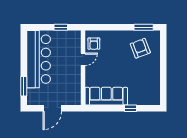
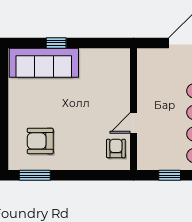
armchair: (140, 48) -> (40, 141), turned 111
sofa: (106, 96) -> (44, 63), moved

